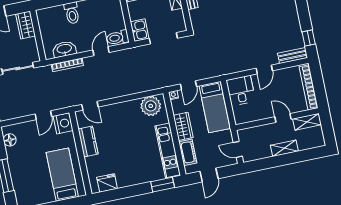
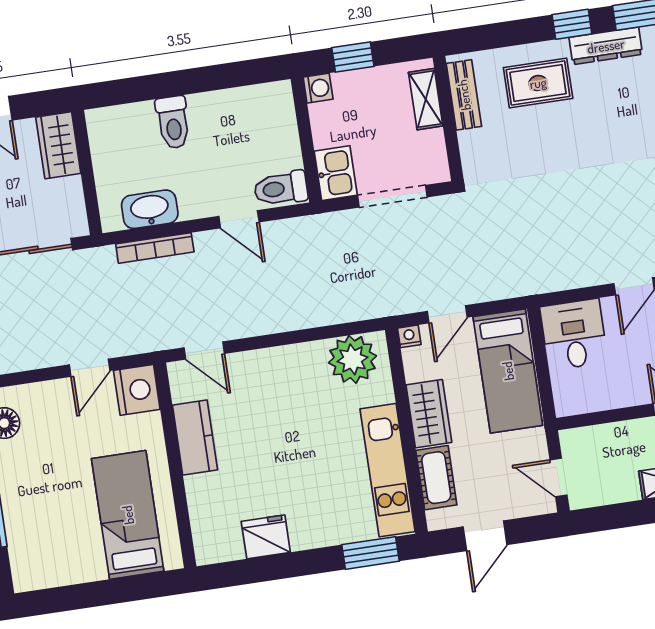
door: (101, 51) -> (239, 219), swing flipped
fridge: (107, 183) -> (266, 537), moved

